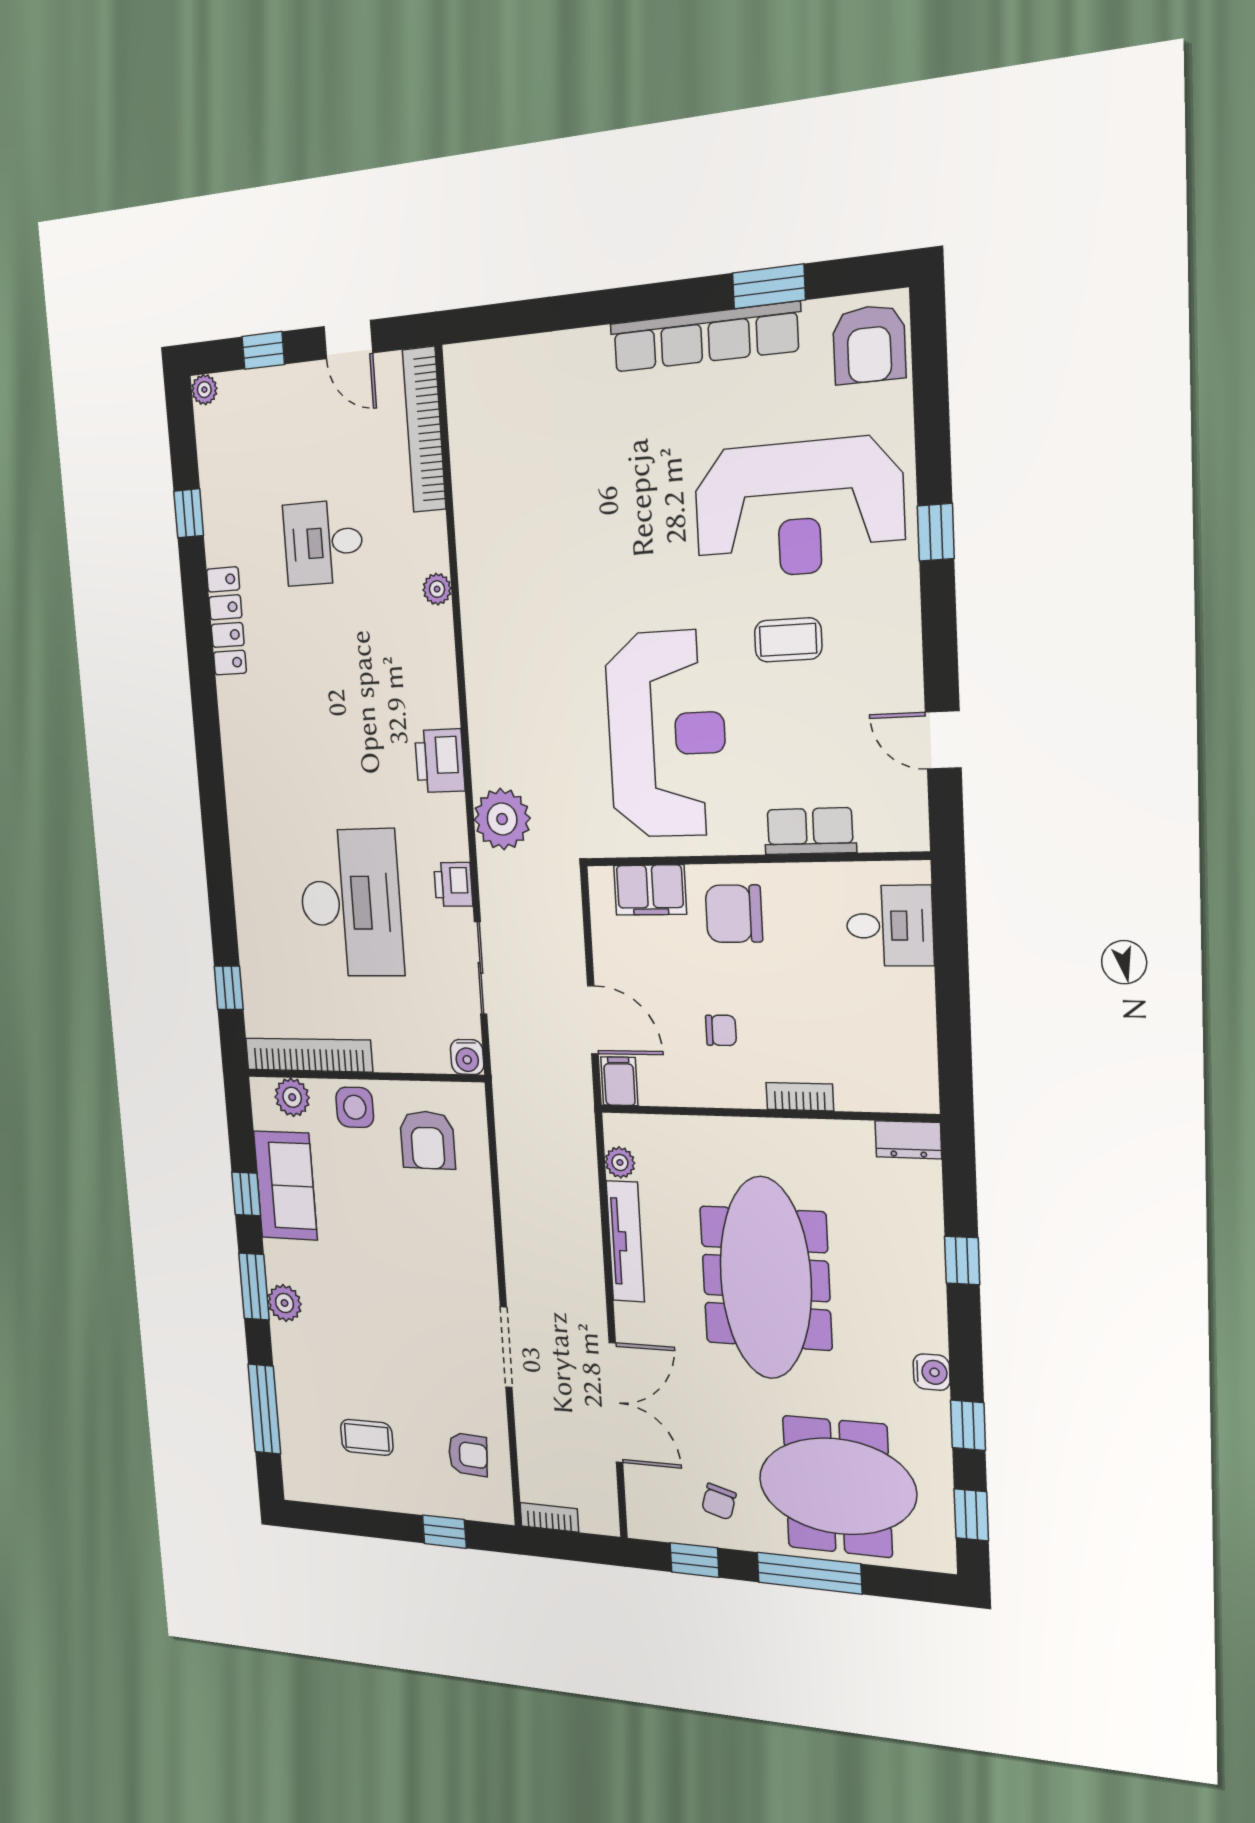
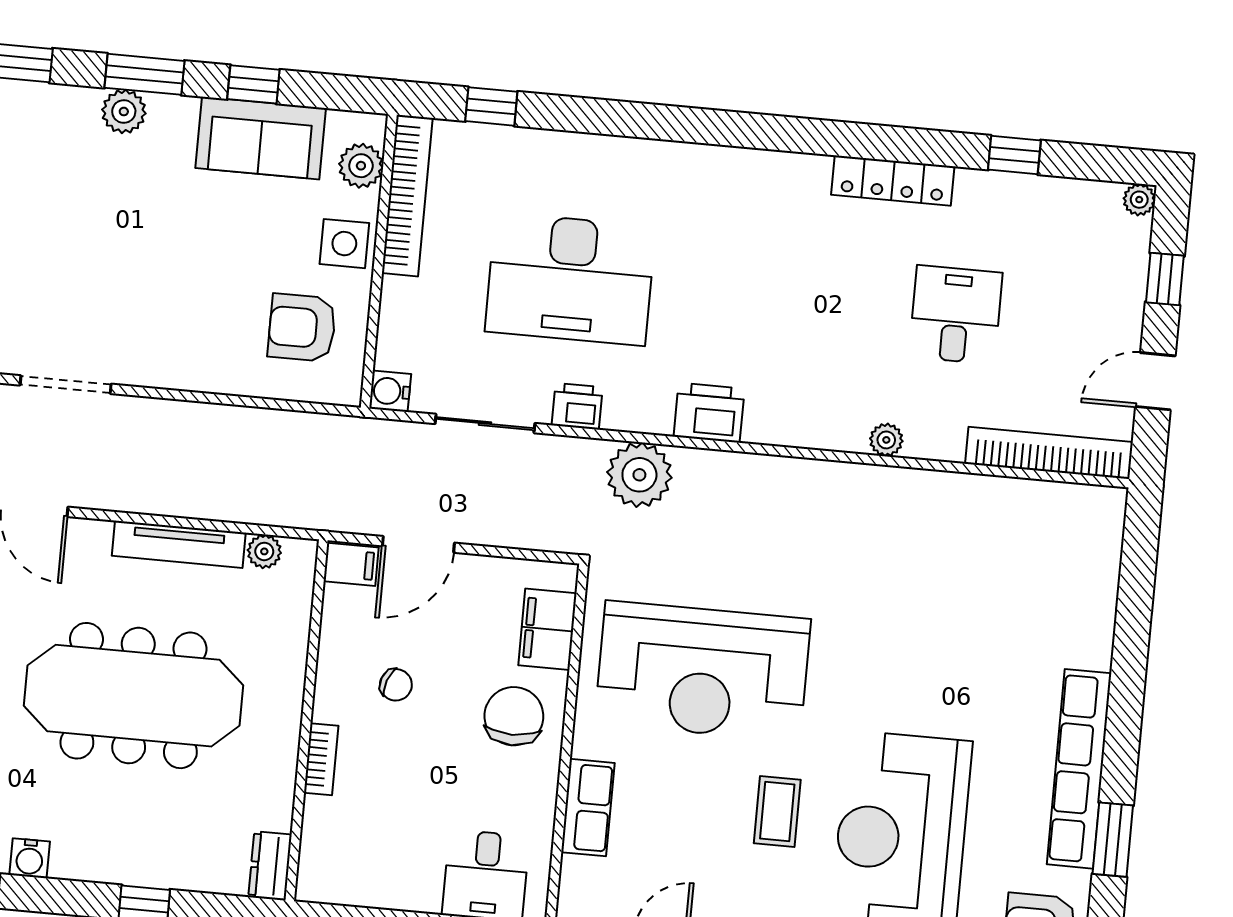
chair: (721, 1030) -> (396, 685), turned -70

